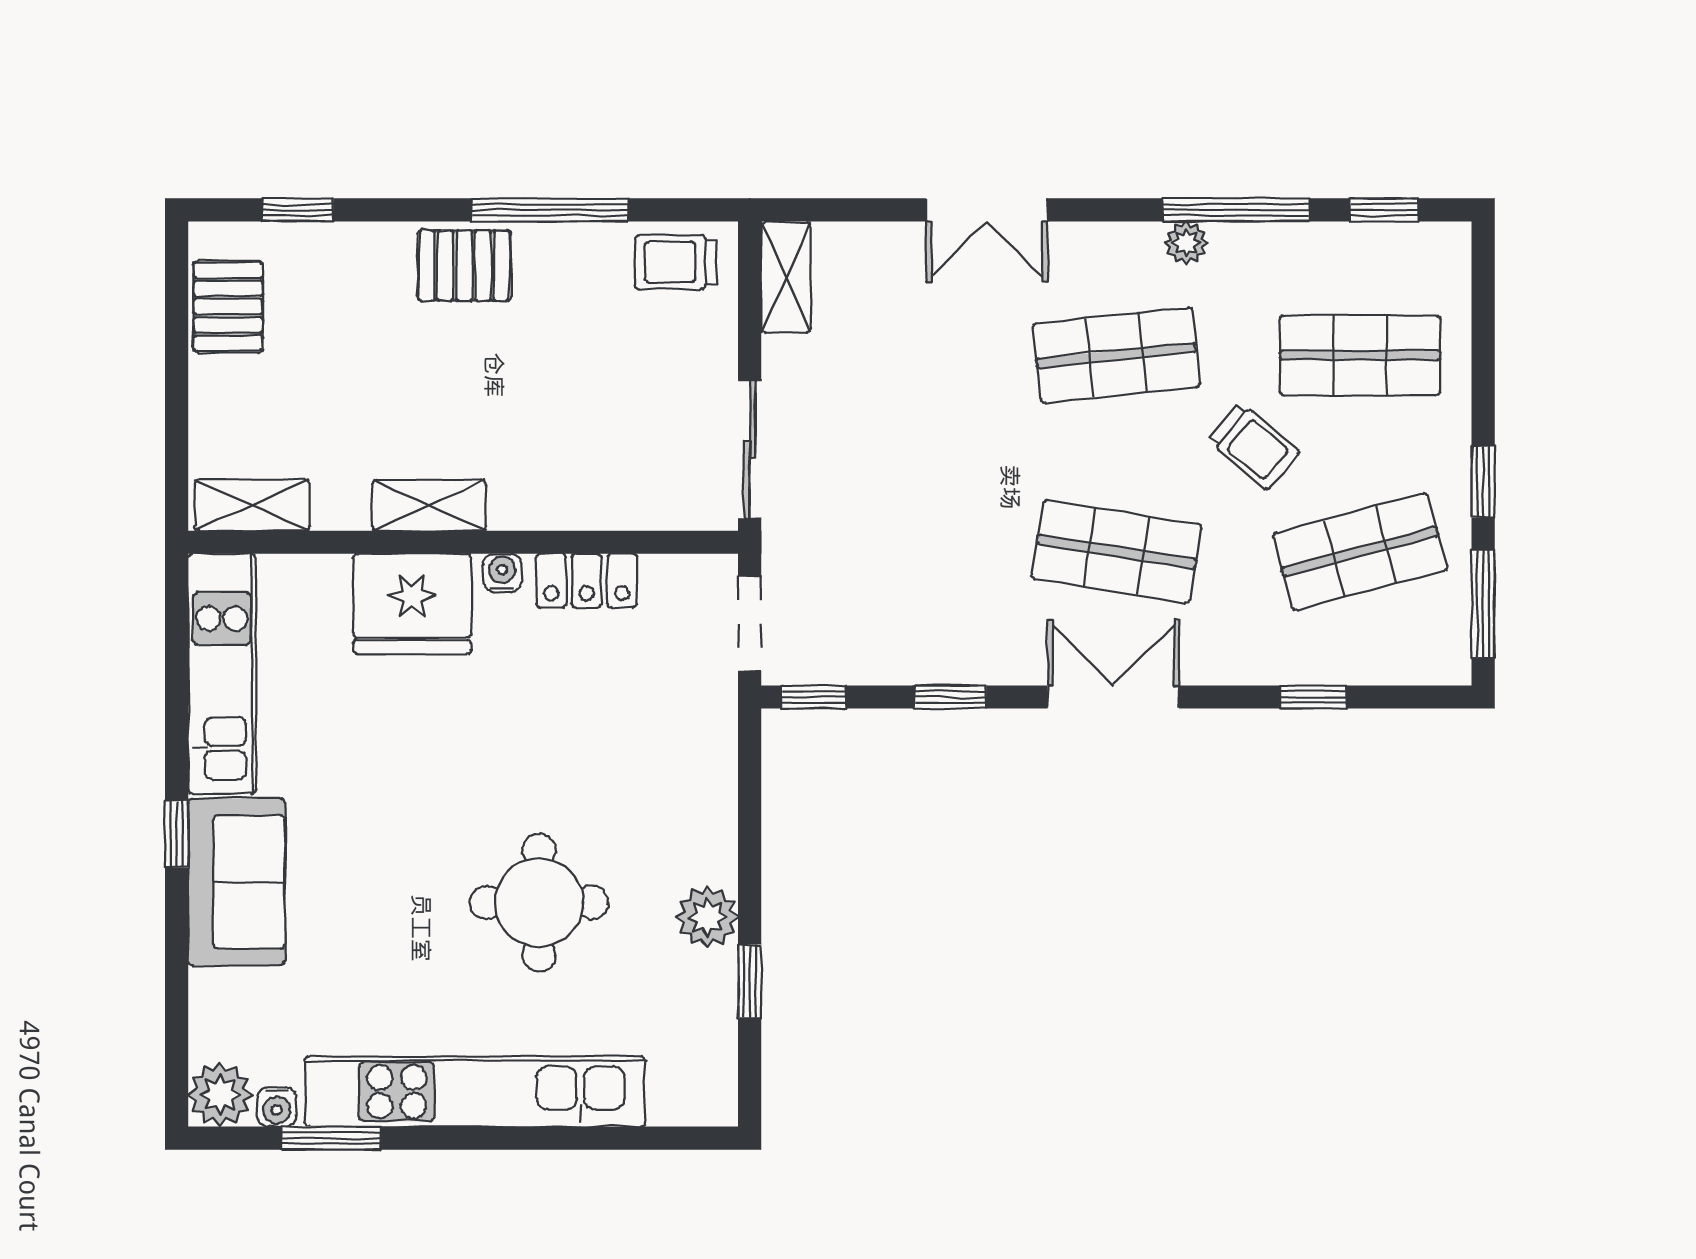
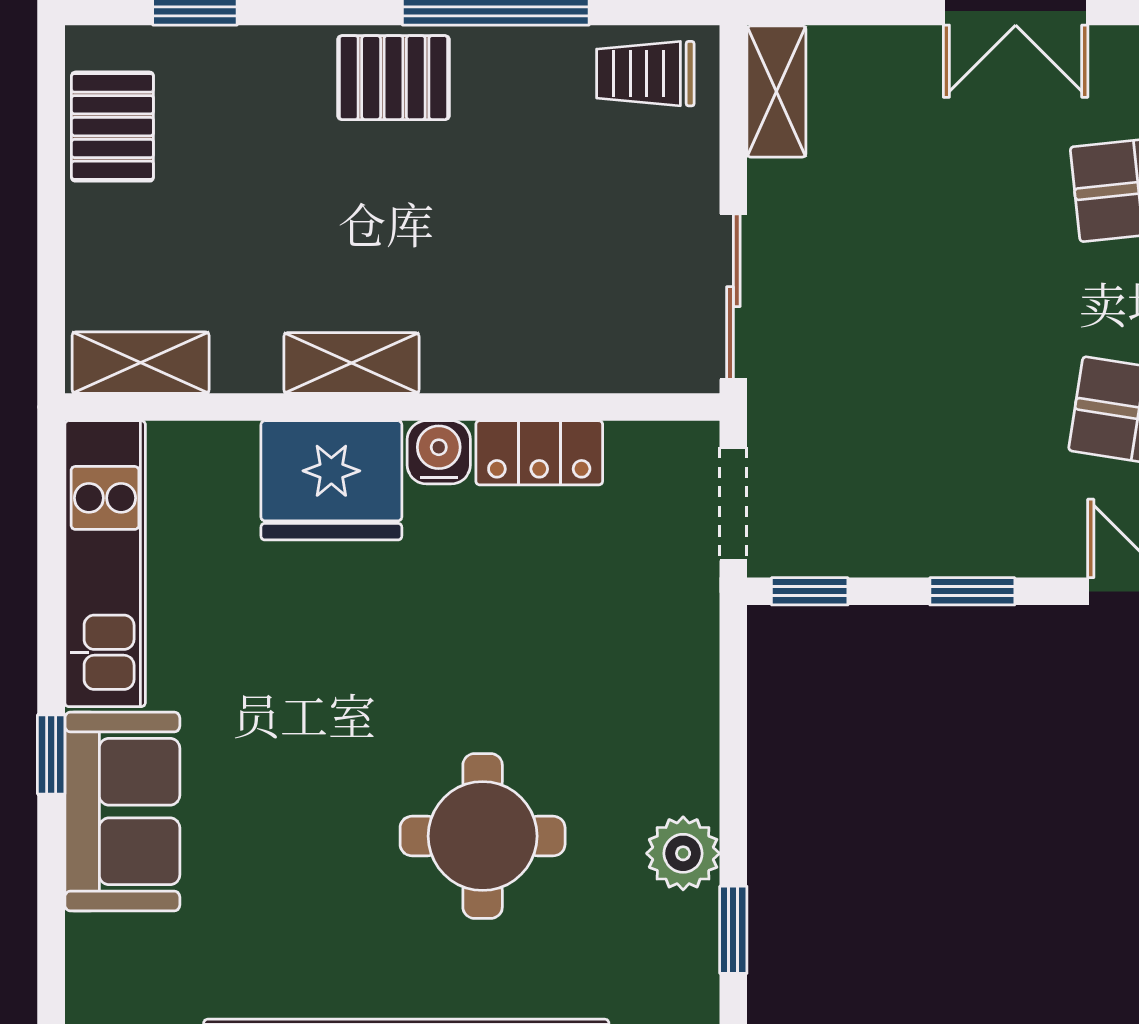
water cooler: (502, 573) -> (439, 452), width x1.38, depth x1.38

